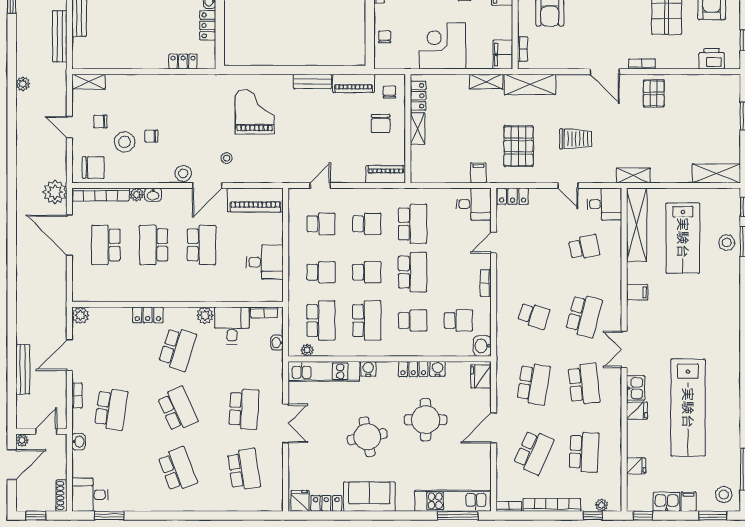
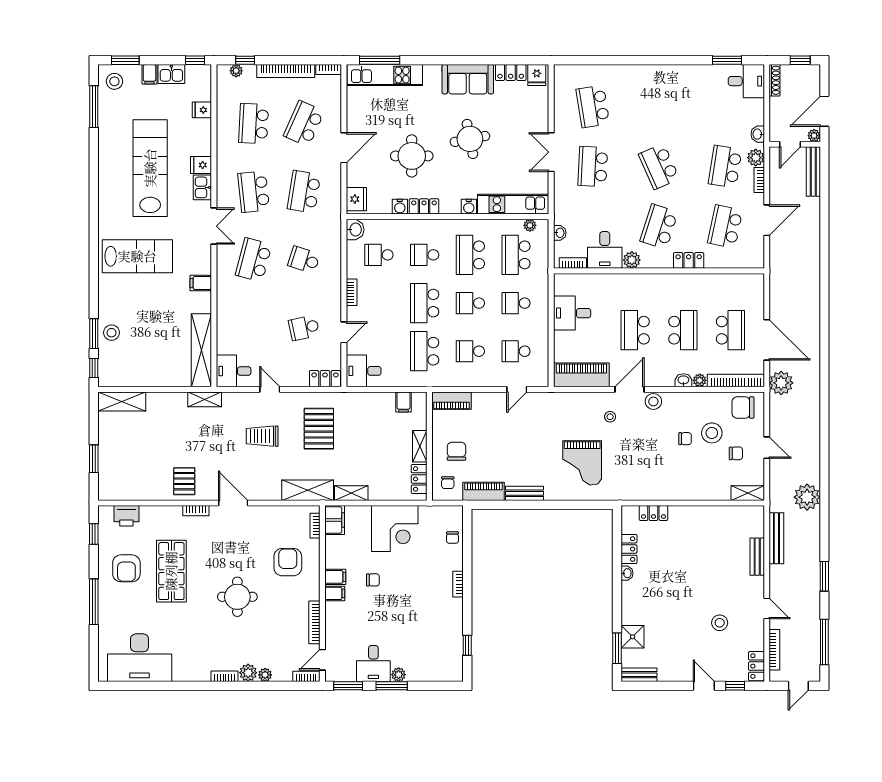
plant: (23, 84) -> (807, 497), width x1.87, depth x1.87
filing cabinet: (478, 173) -> (404, 402), moved
lab bench: (683, 238) -> (137, 256), moved, turned 90
school desk: (584, 247) -> (304, 328), moved
plant: (81, 315) -> (756, 158), moved
bench: (23, 369) -> (813, 172), moved
school desk: (178, 469) -> (725, 227), moved, turned 33

